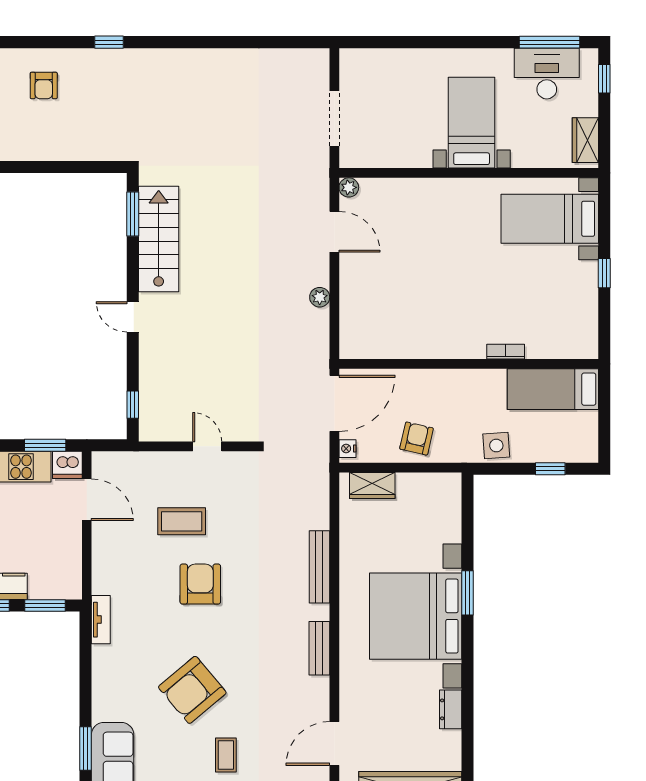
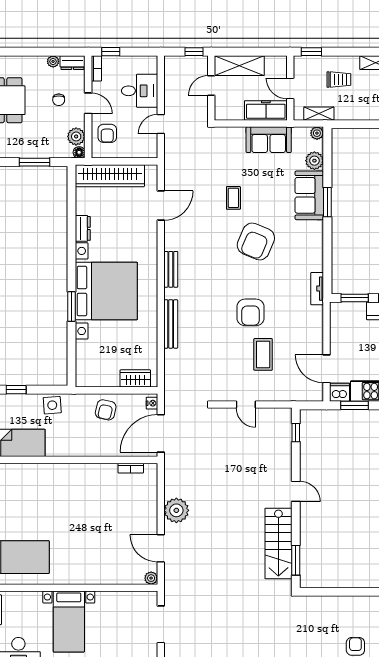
plant: (320, 297) -> (176, 510), width x1.87, depth x1.87
bookcase: (506, 352) -> (131, 468), moved
coffee table: (182, 521) -> (263, 354), turned 90
armchair: (192, 690) -> (256, 242), turned 153

